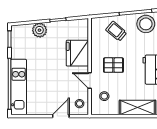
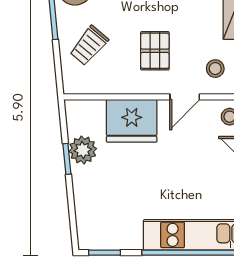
plant: (39, 30) -> (83, 150), moved

